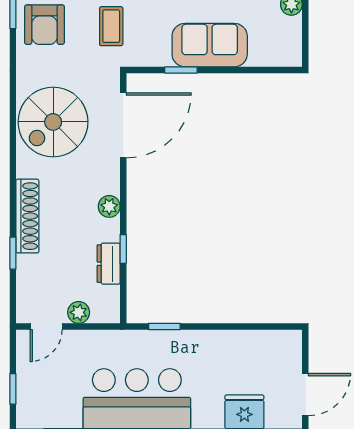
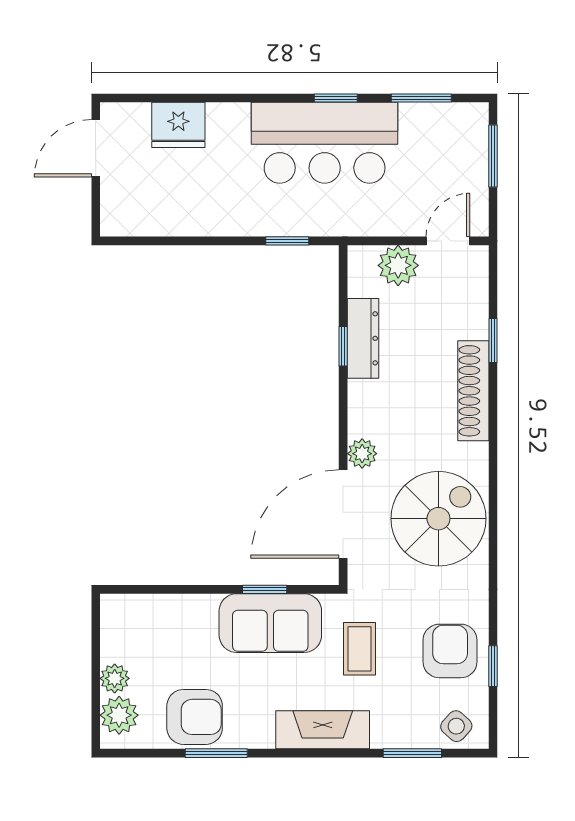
sofa: (210, 45) -> (270, 623), moved
plant: (109, 206) -> (362, 454), moved
dresser: (109, 264) -> (363, 338), width x1.44
plant: (79, 312) -> (398, 265), width x1.38, depth x1.38
window: (13, 389) -> (493, 156), width x1.50

